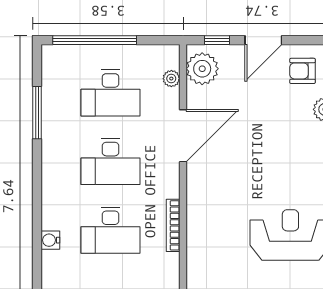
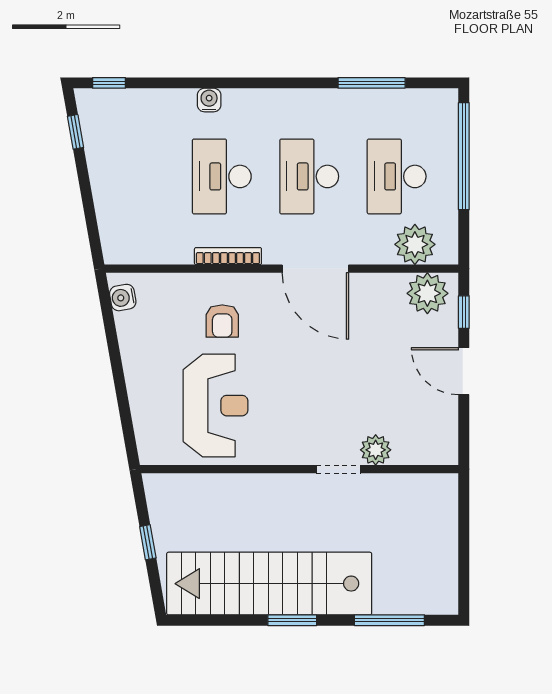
armchair: (303, 71) -> (222, 321), moved, turned 180
plant: (171, 79) -> (415, 244), width x1.87, depth x1.87
door: (183, 136) -> (315, 269), moved

